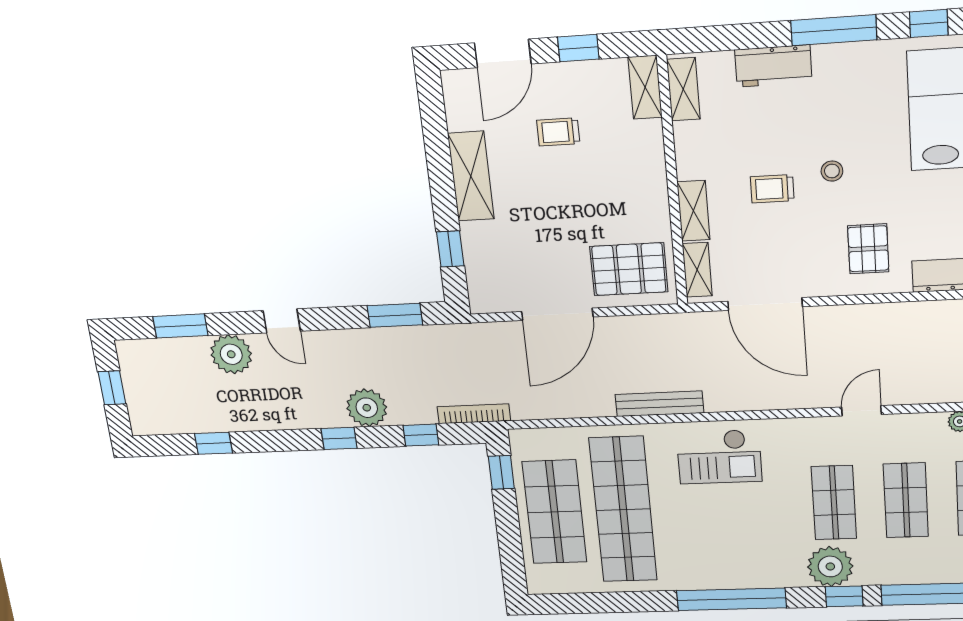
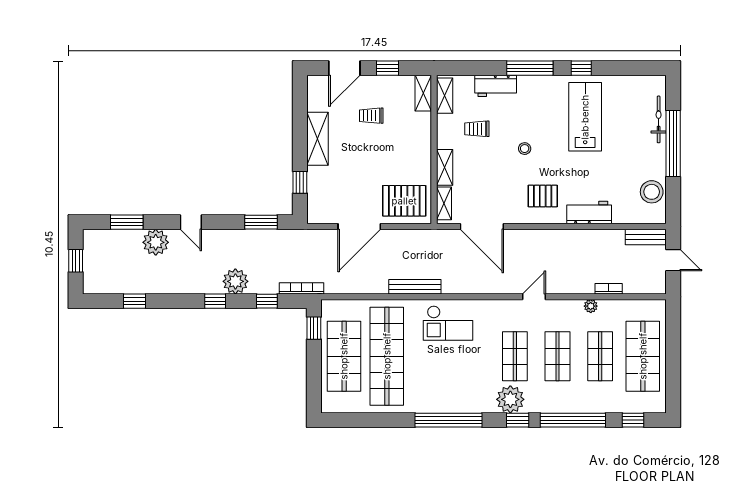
trolley: (772, 189) -> (477, 129), moved
pallet: (868, 249) -> (543, 196), turned 90

